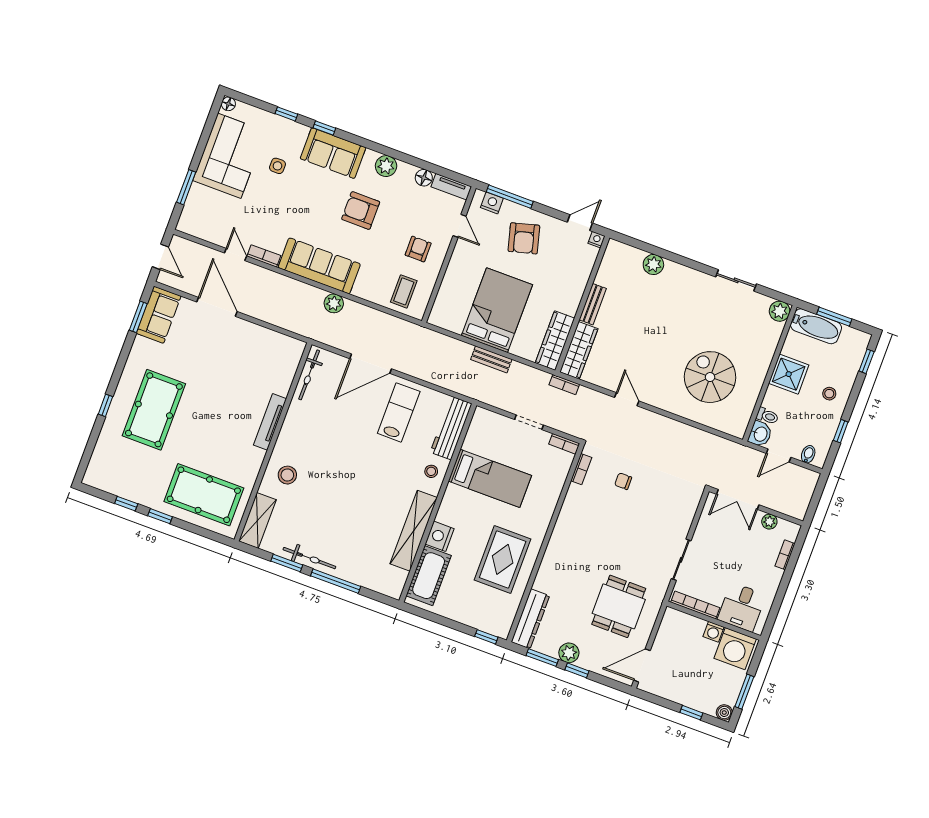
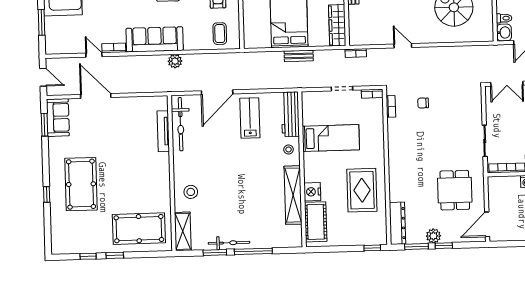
wardrobe: (579, 350) -> (356, 25), removed
bicycle: (309, 375) -> (181, 124), width x1.37, depth x1.40
tv unit: (270, 422) -> (163, 131), moved

